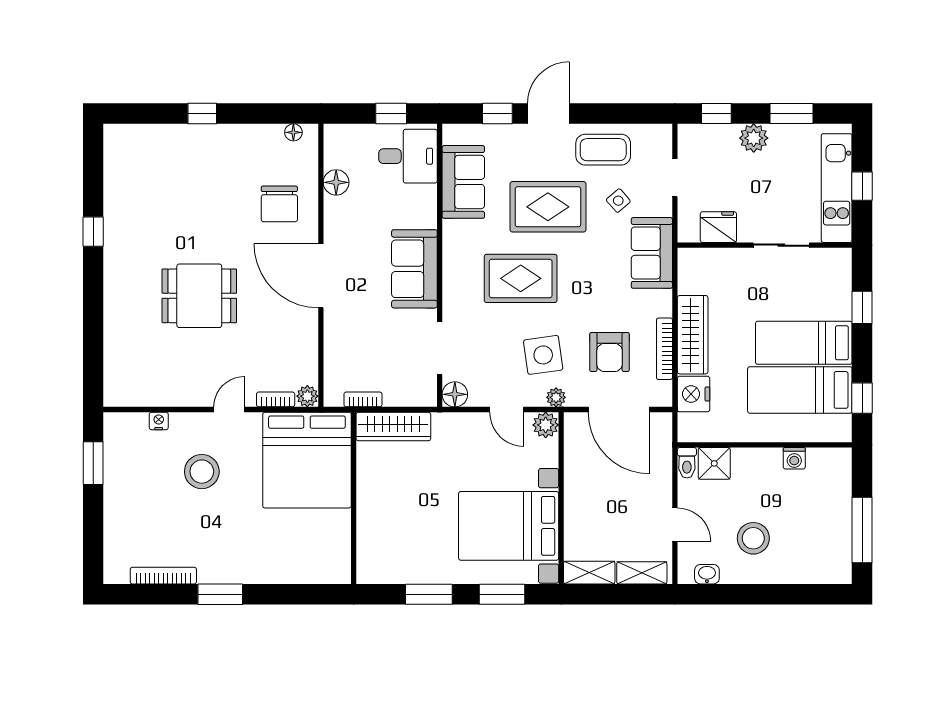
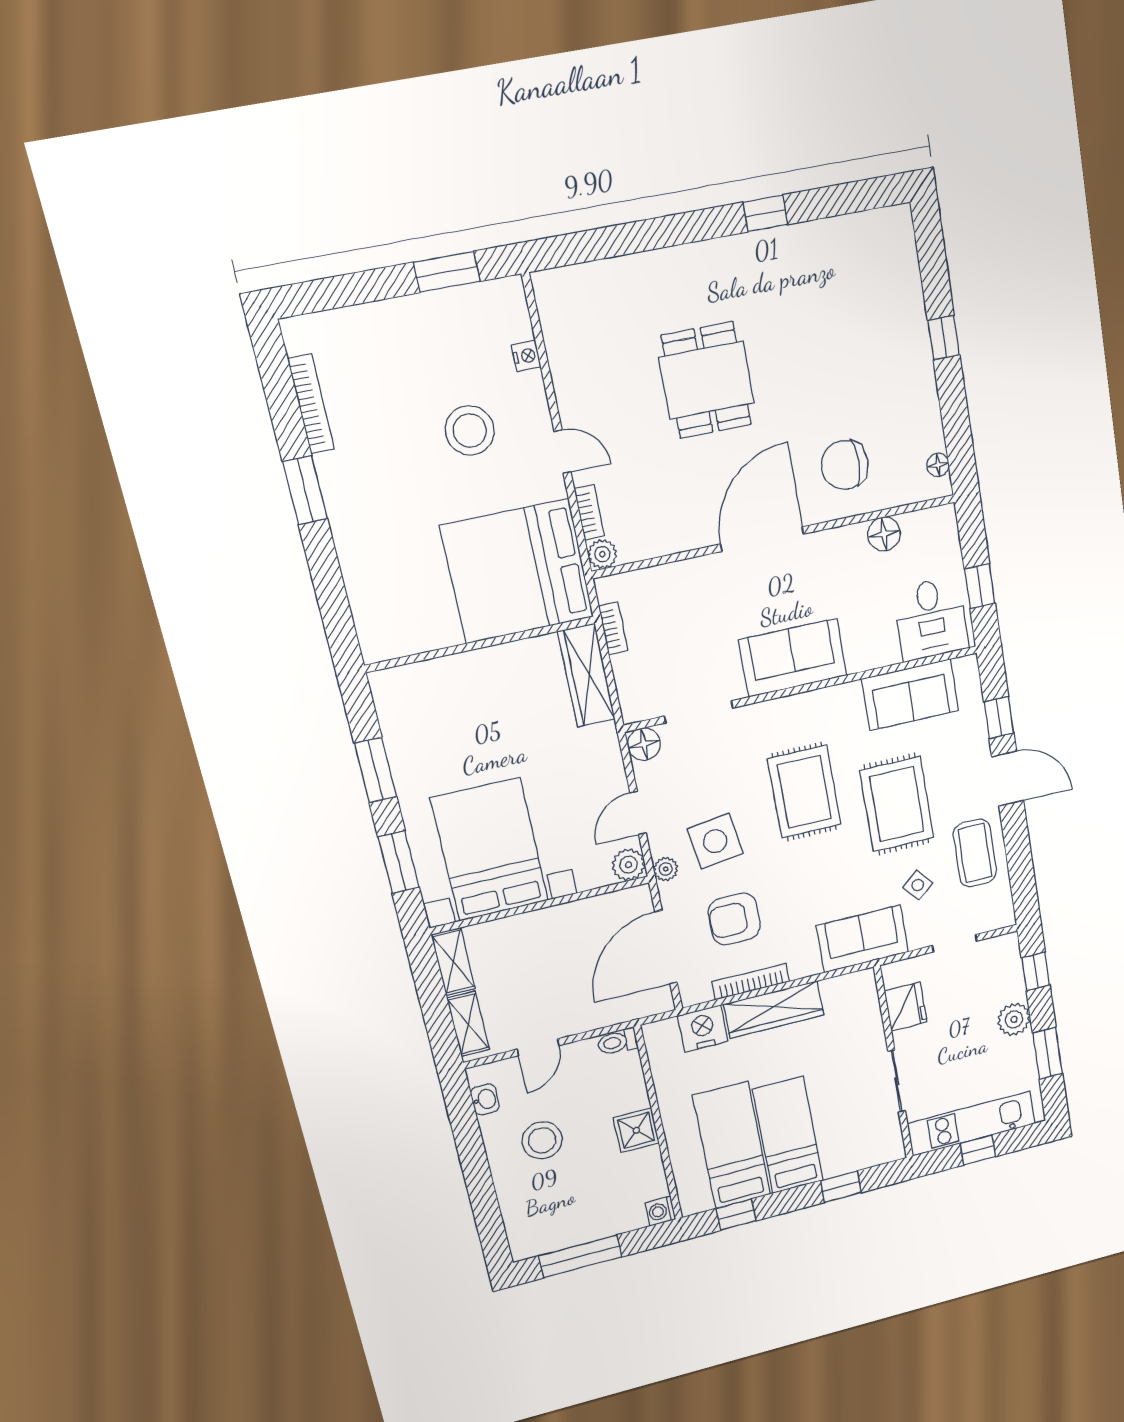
washing machine: (794, 458) -> (660, 1211), moved
shower: (714, 463) -> (636, 1130), moved

